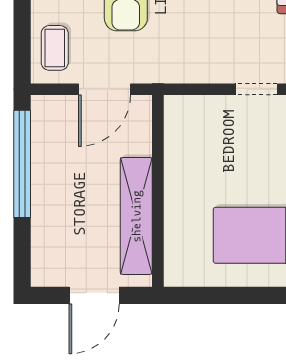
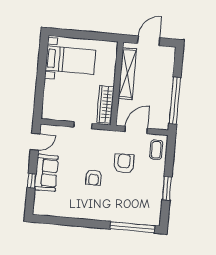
doorway: (256, 89) -> (83, 125), moved
wardrobe: (180, 141) -> (105, 104), added

